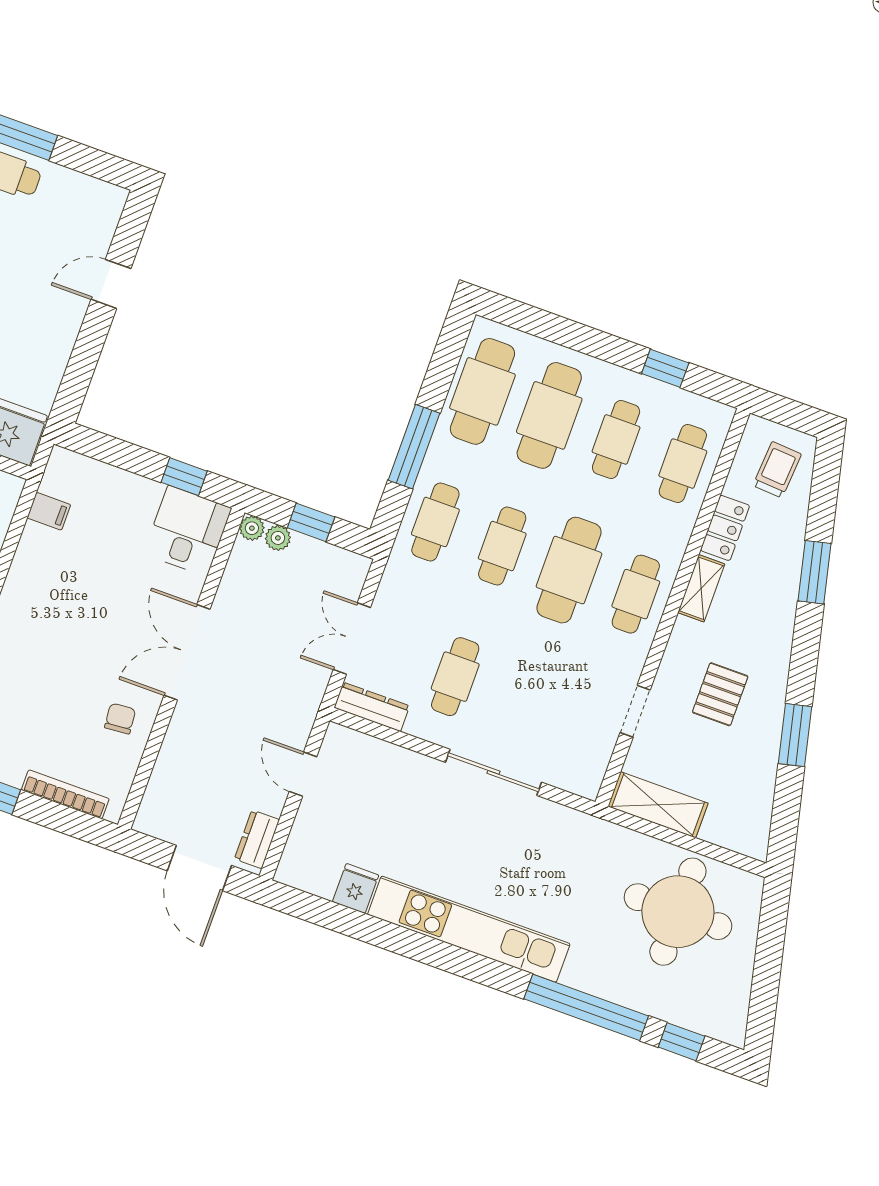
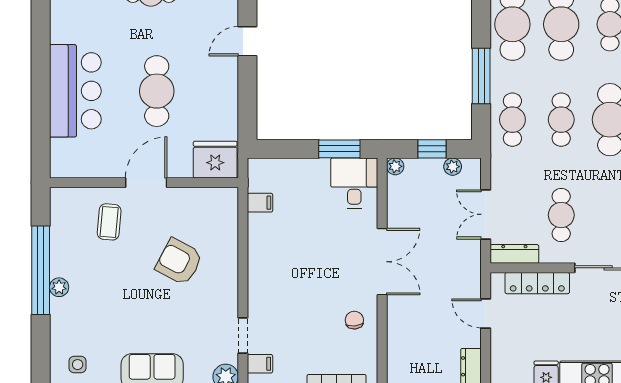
window: (184, 477) -> (339, 149), width x1.50
plant: (278, 538) -> (453, 167), moved
double door: (187, 652) -> (382, 262), swing flipped
locker: (389, 758) -> (537, 283), added

